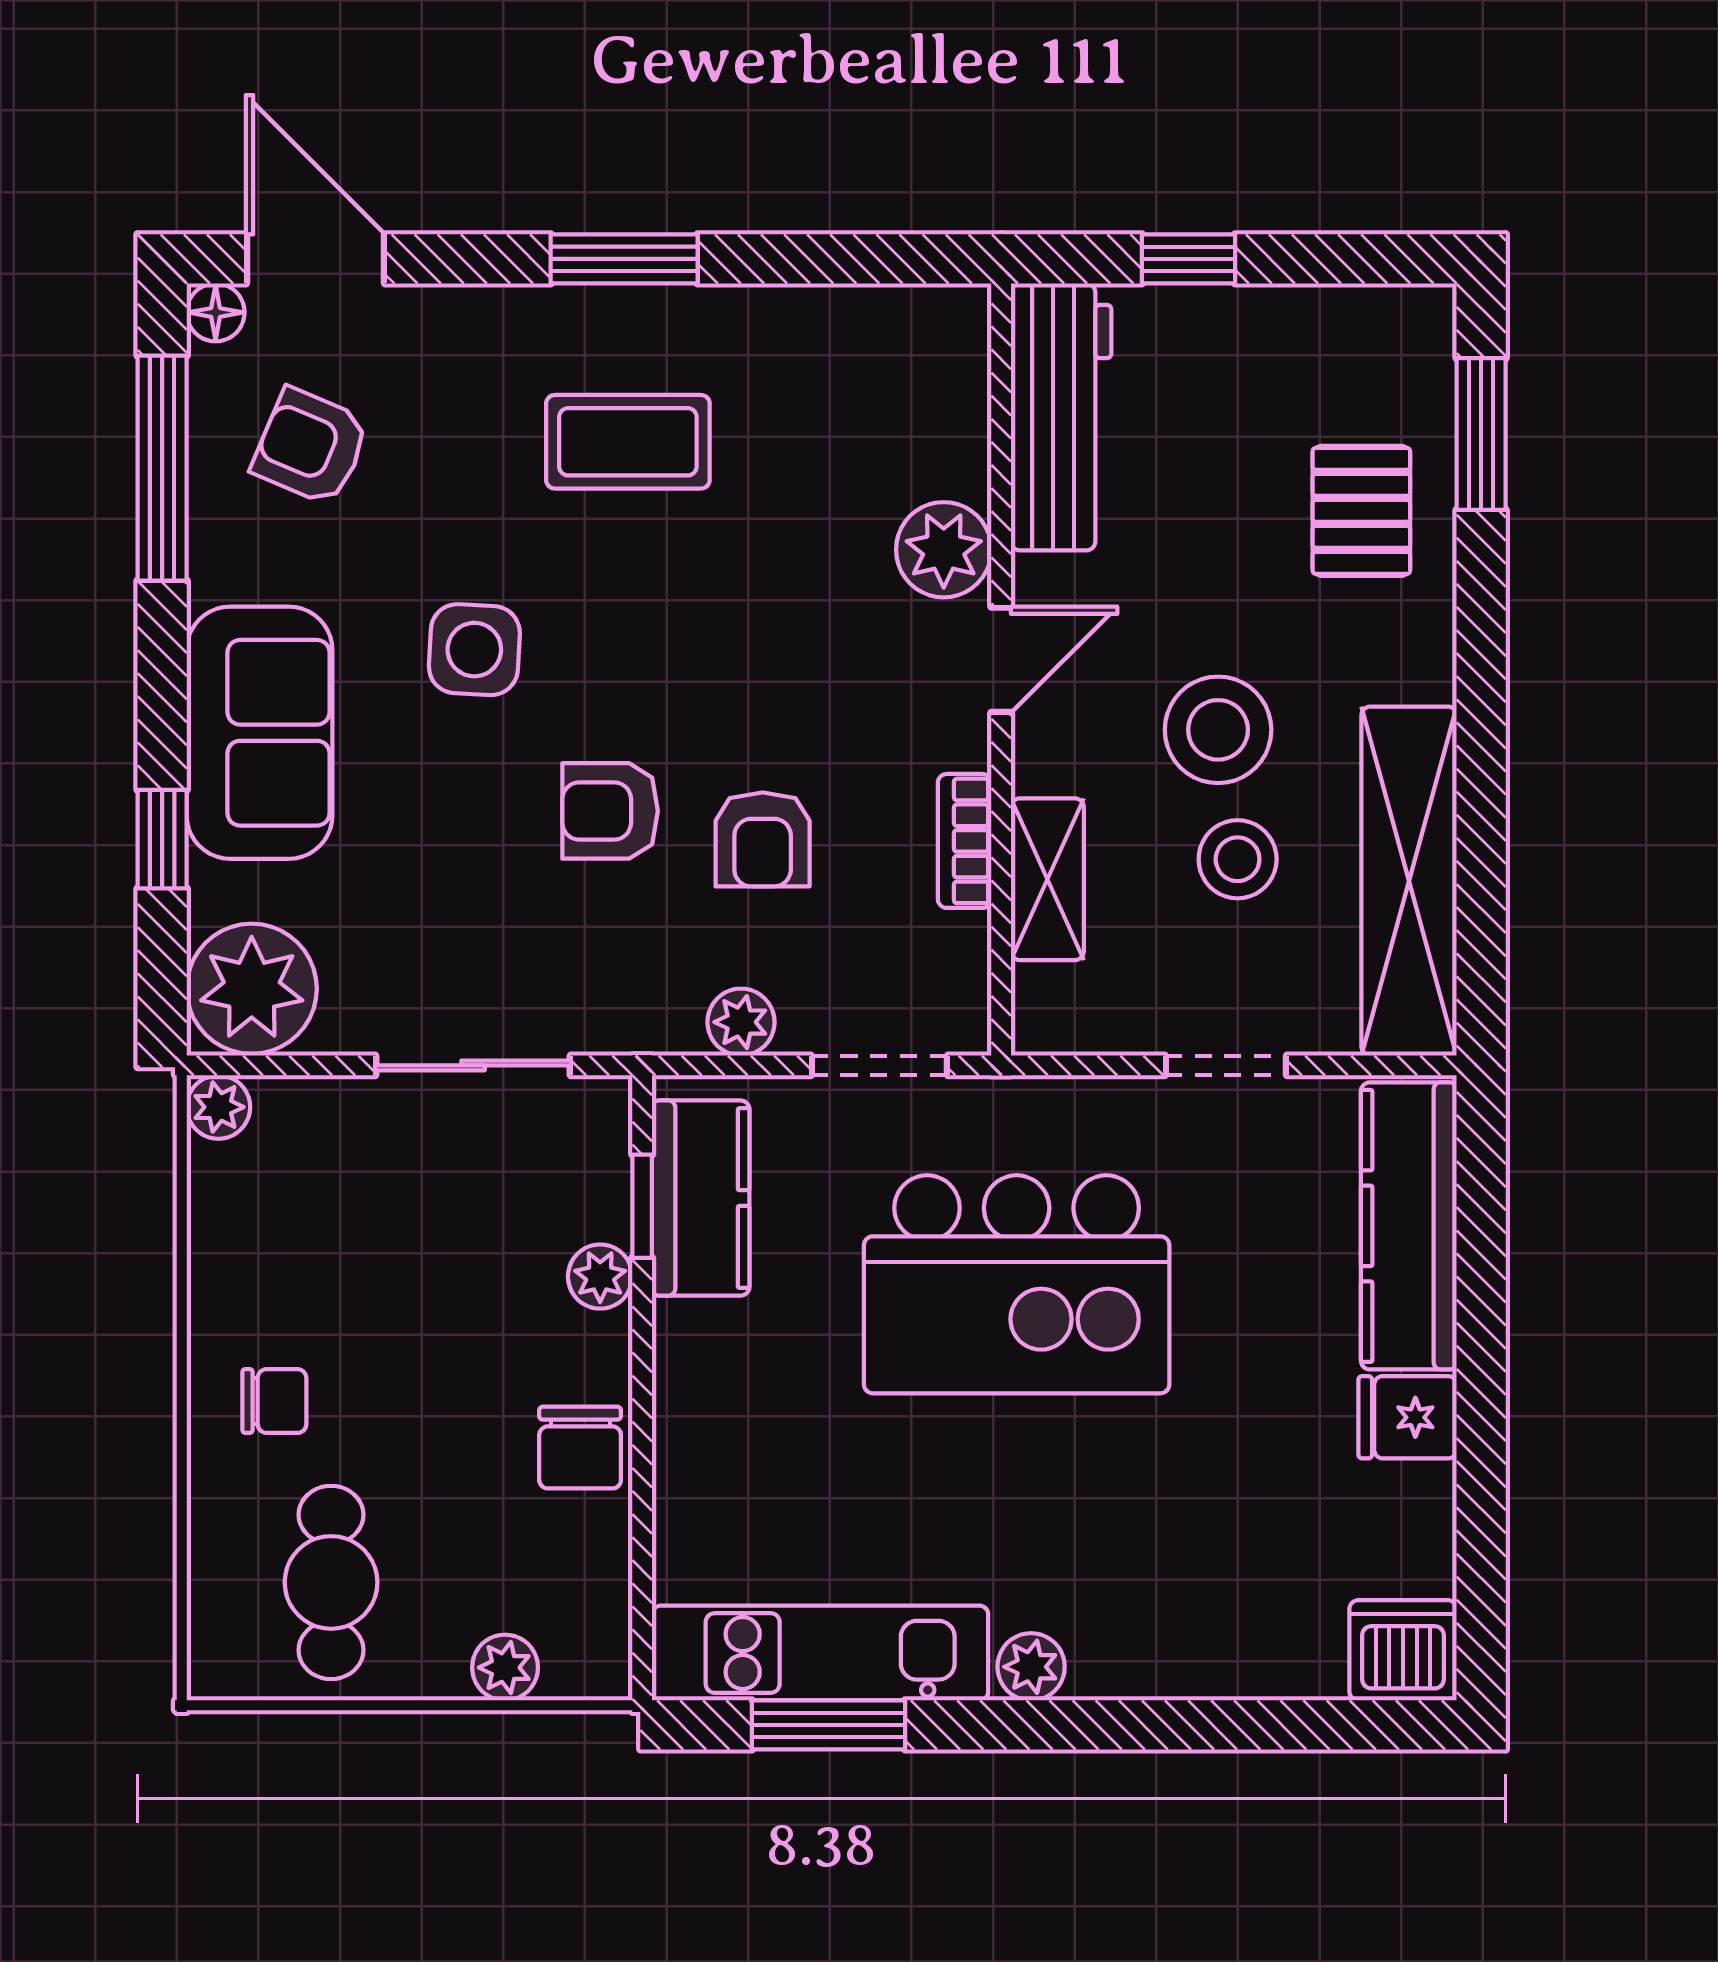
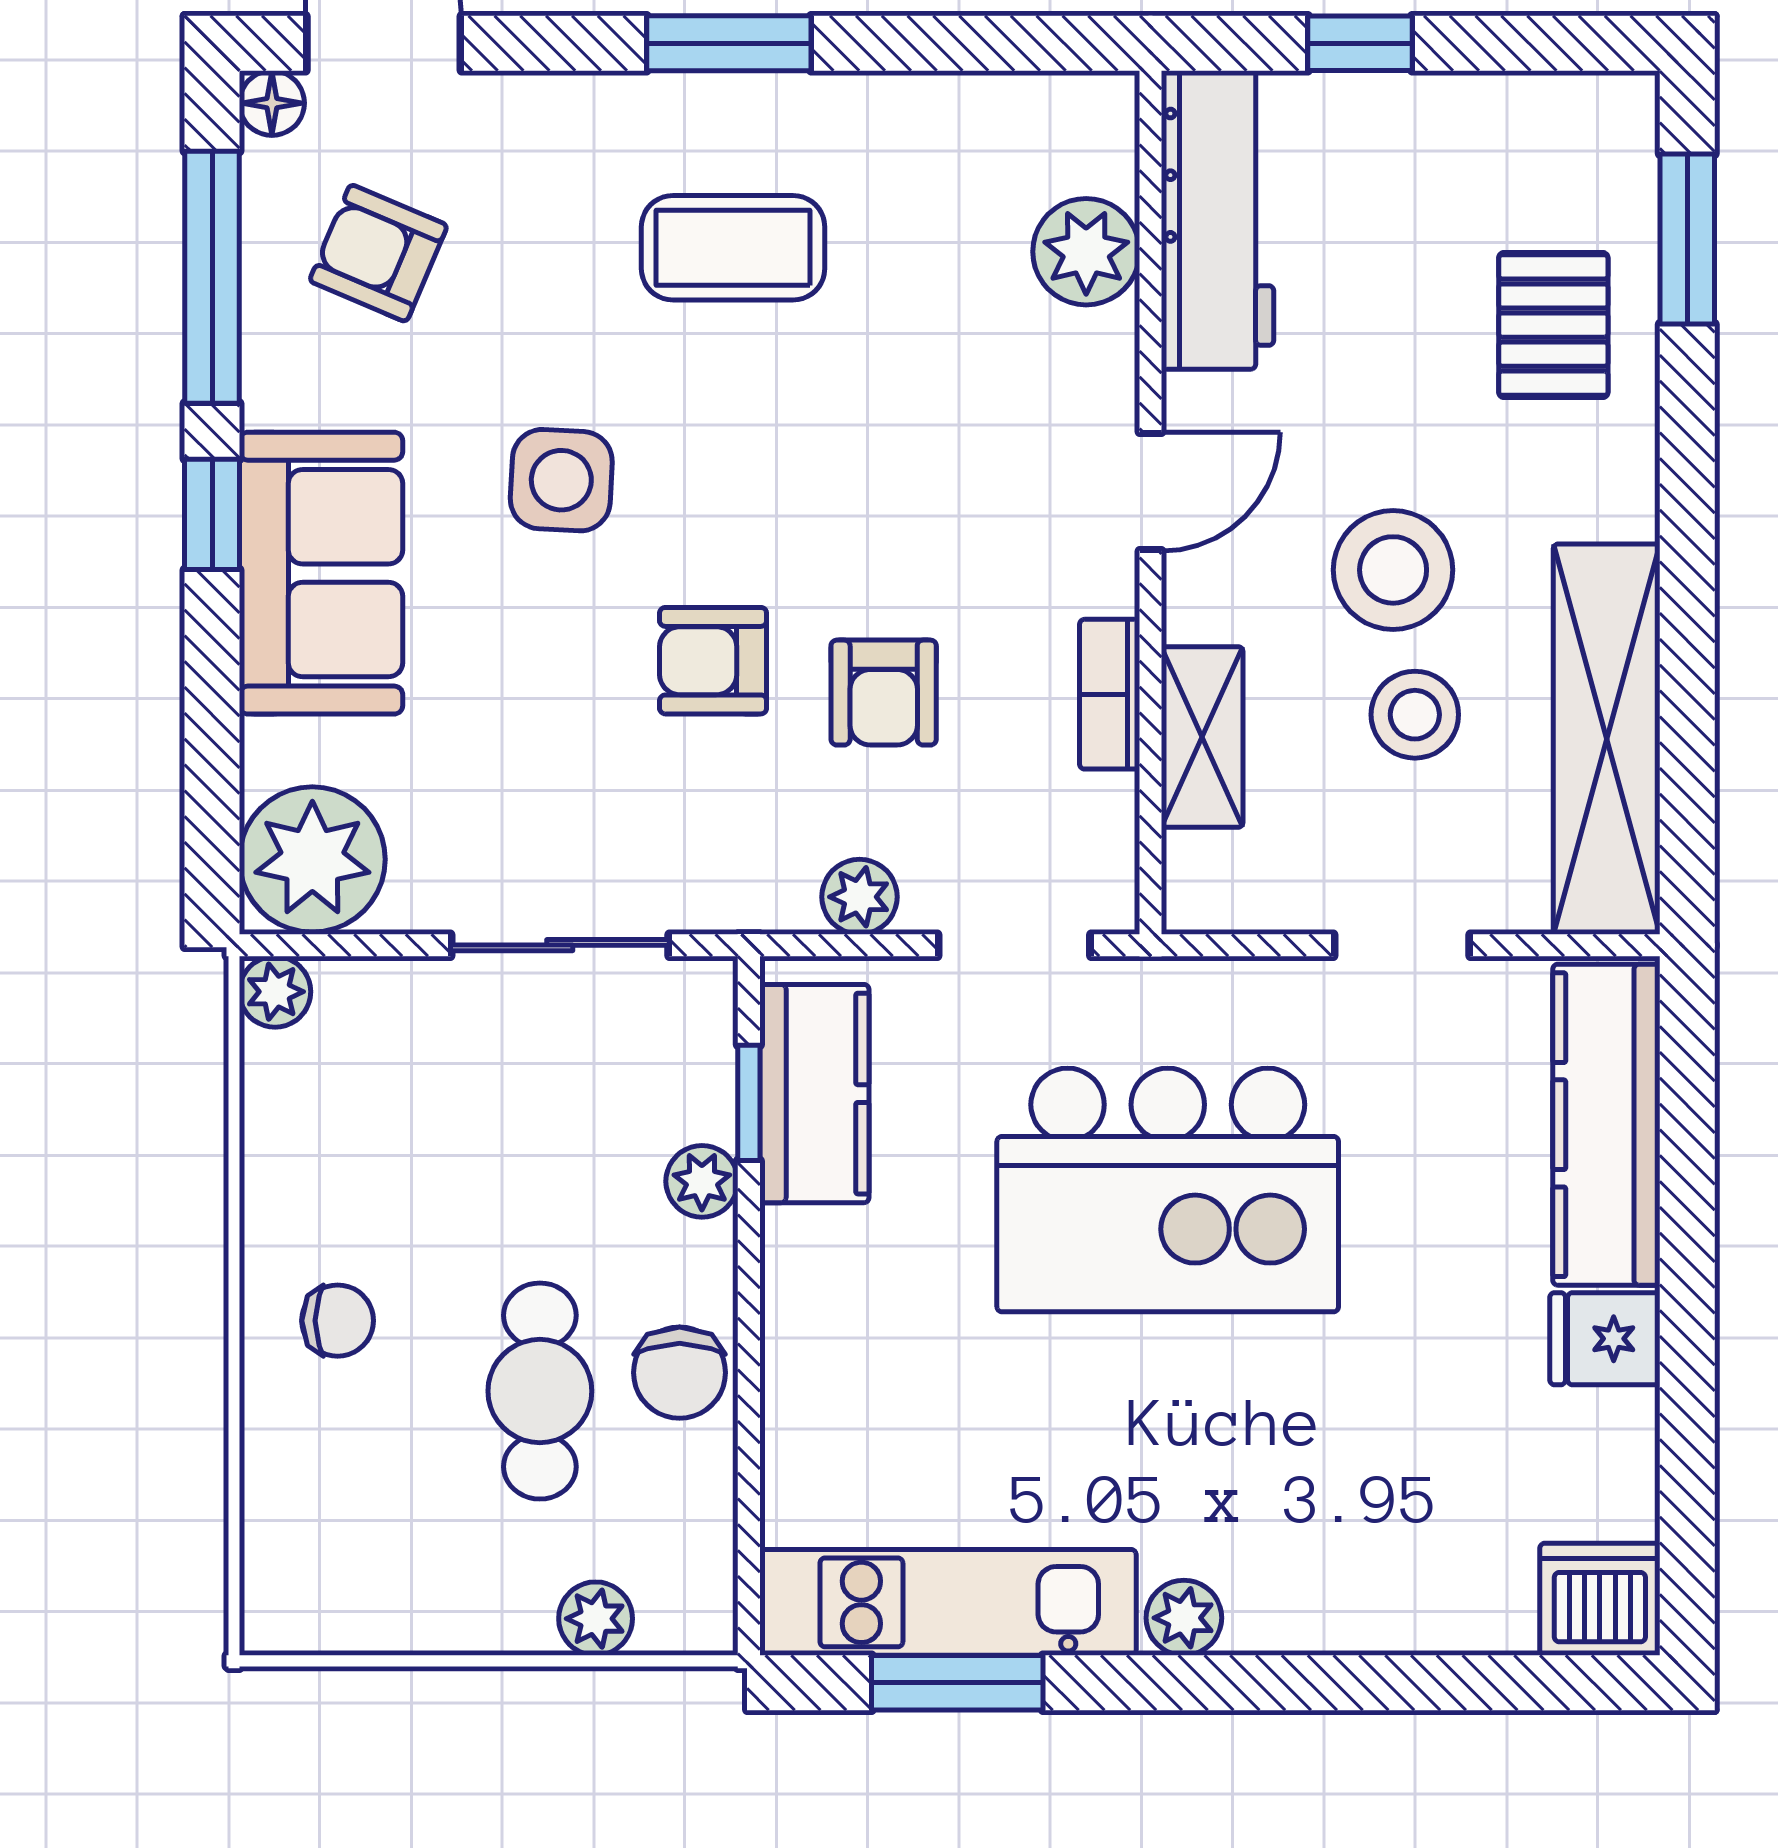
plant: (944, 550) -> (1086, 252), moved
window: (162, 839) -> (212, 514), moved
cafe table: (331, 1582) -> (540, 1391), moved

